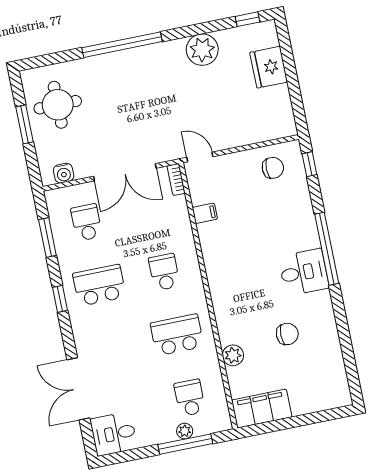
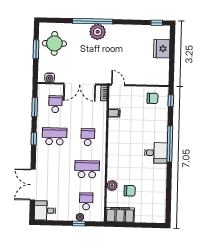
plant: (202, 50) -> (98, 32), moved
chair: (287, 334) -> (130, 191), moved
window: (185, 444) -> (79, 224), width x0.46

